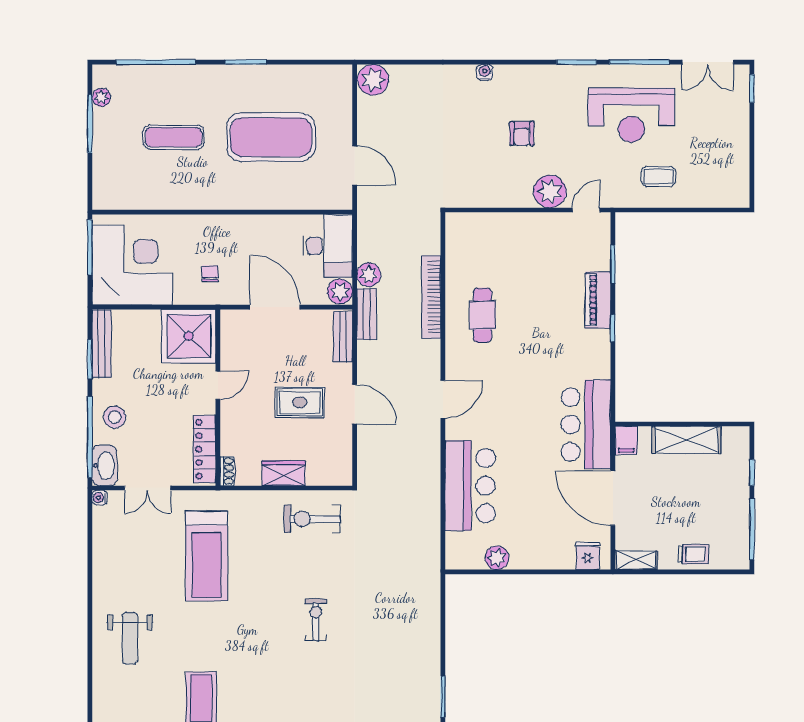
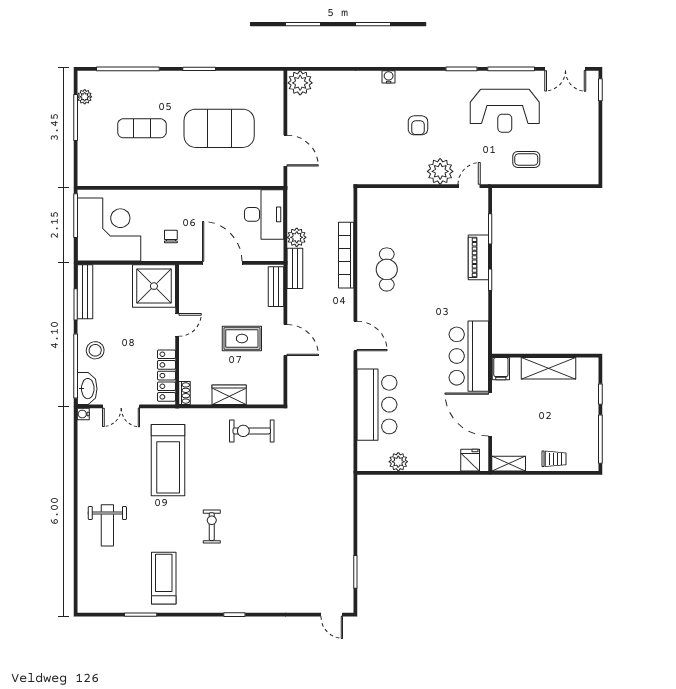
plant: (340, 292) -> (274, 251), removed
door: (443, 399) -> (355, 336), hinge flipped
exercise bike: (316, 620) -> (212, 527), moved

